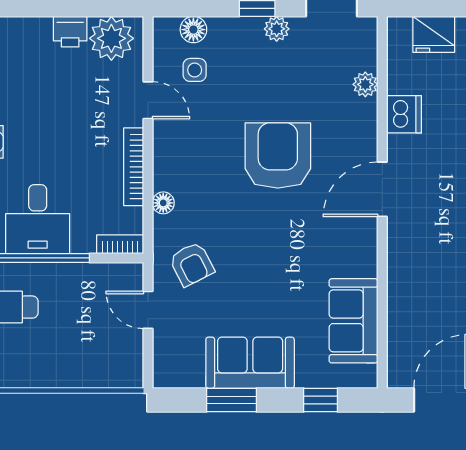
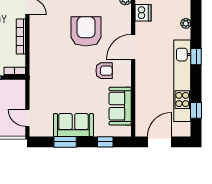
floor lamp: (163, 203) -> (34, 53), removed
armchair: (192, 264) -> (104, 71), moved, turned -63
door: (148, 310) -> (27, 118), moved

